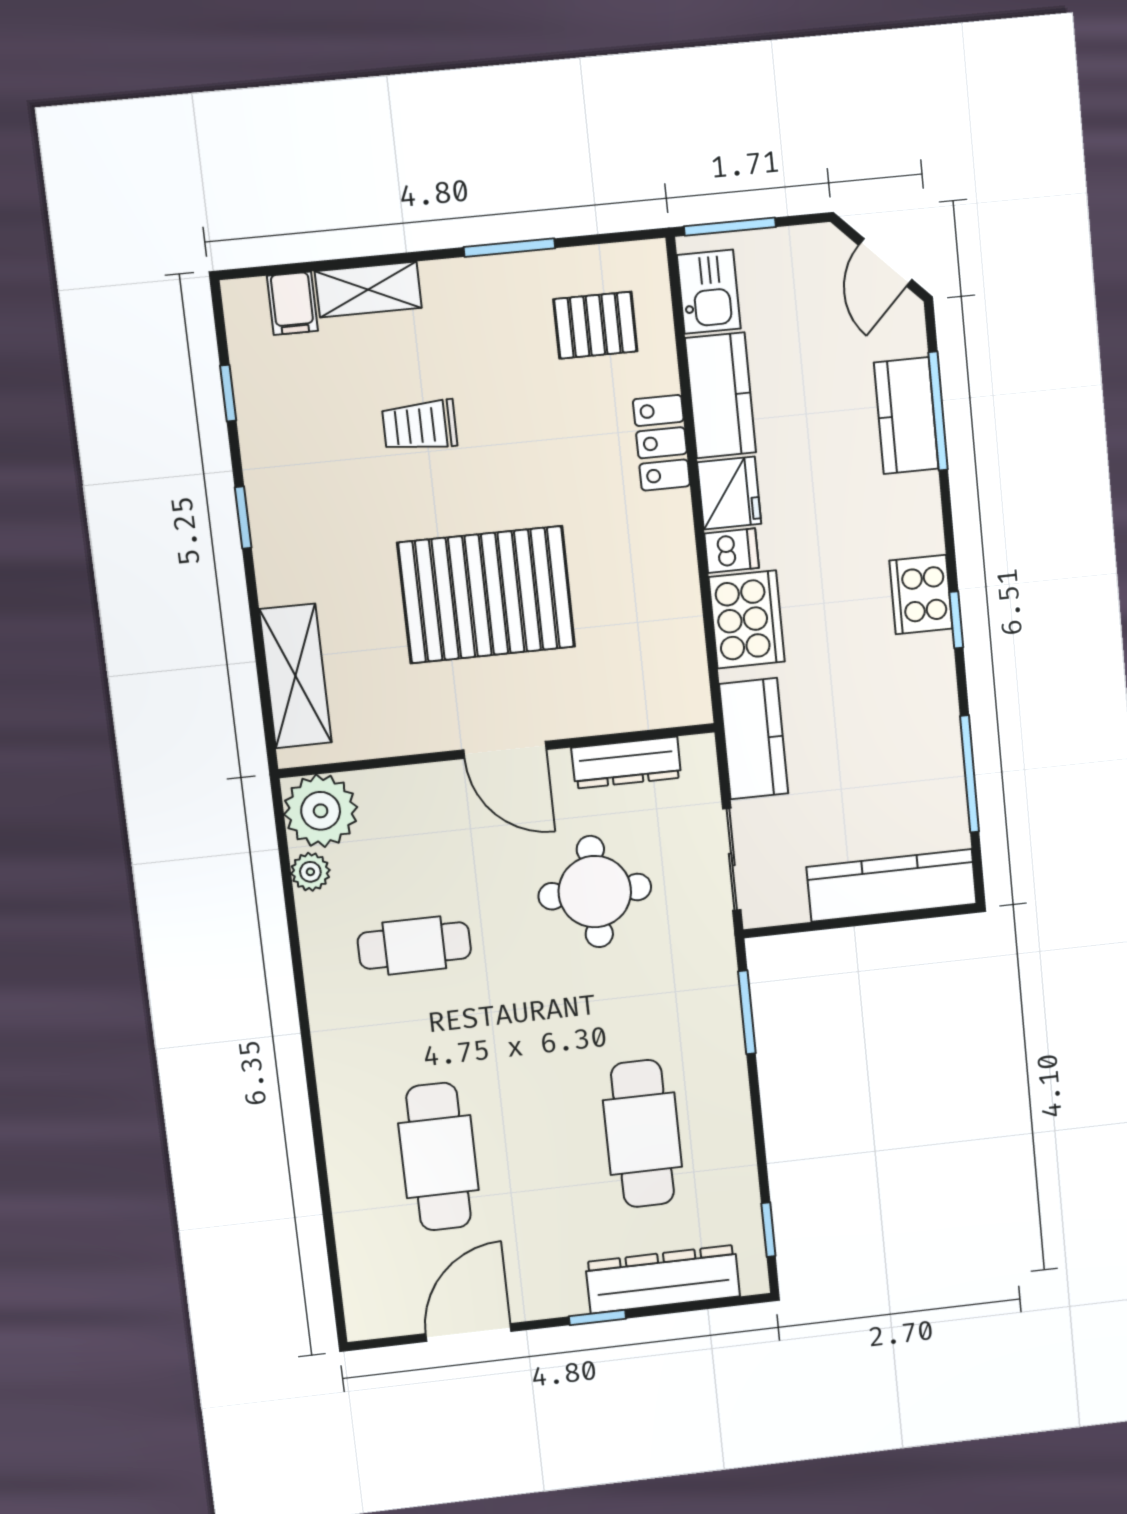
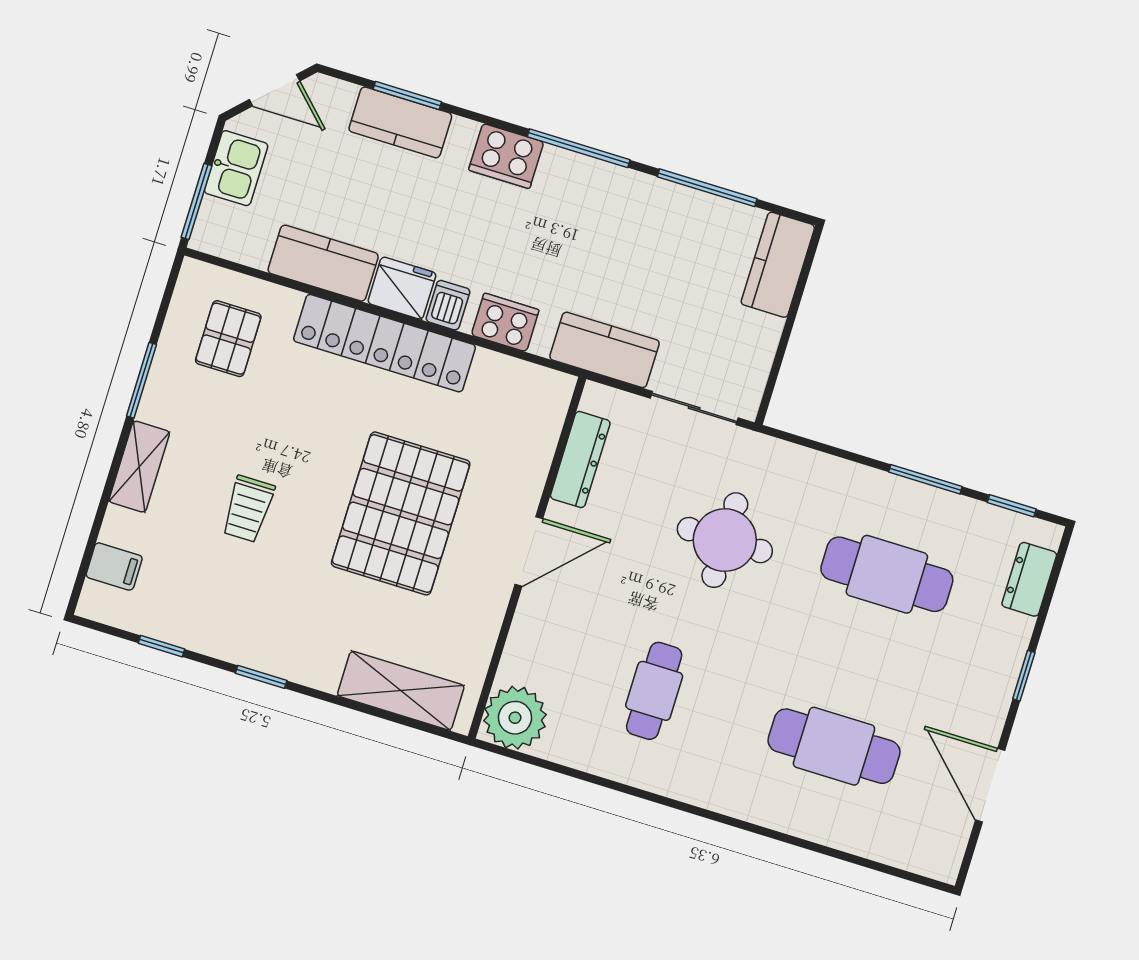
shelving: (368, 289) -> (139, 467), moved
kitchen sink: (709, 292) -> (236, 168), moved, turned 90
window: (938, 411) -> (407, 96), width x0.69
locker: (661, 443) -> (385, 343), width x2.16, depth x1.21
cooker: (921, 595) -> (506, 156), moved
cooker: (747, 619) -> (505, 322), width x0.73, depth x0.76
window: (956, 620) -> (579, 148), width x2.17
plant: (310, 872) -> (560, 747), removed
kitchen counter: (892, 885) -> (778, 265), width x0.67
round table: (595, 892) -> (725, 540), moved
window: (747, 1012) -> (925, 479), moved
dresser: (663, 1279) -> (1029, 579), width x0.51, depth x0.80

